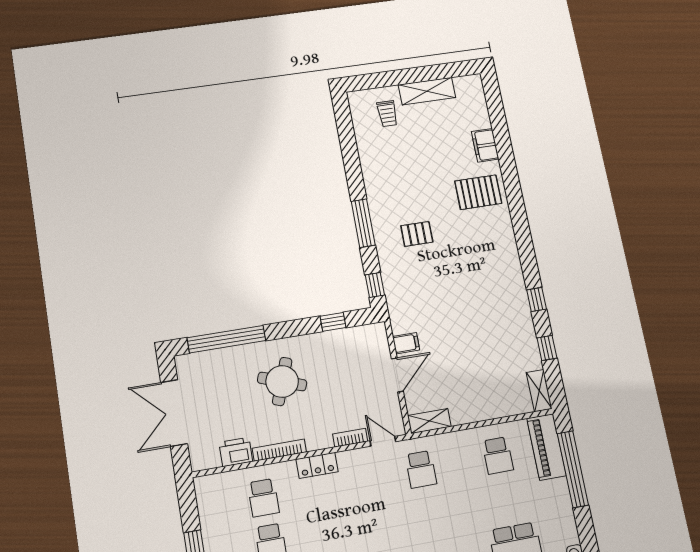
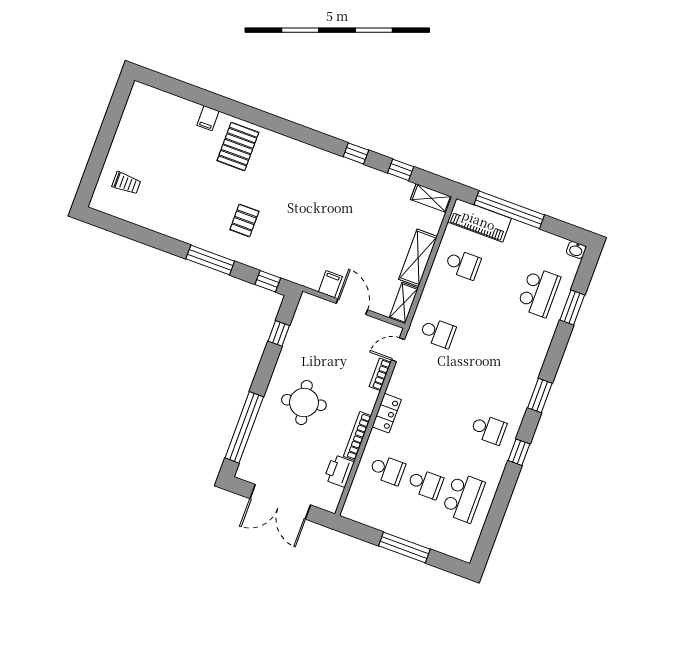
shelving: (427, 91) -> (418, 258), moved
filing cabinet: (485, 145) -> (208, 118), width x0.50
round table: (282, 381) -> (304, 402), turned -31

